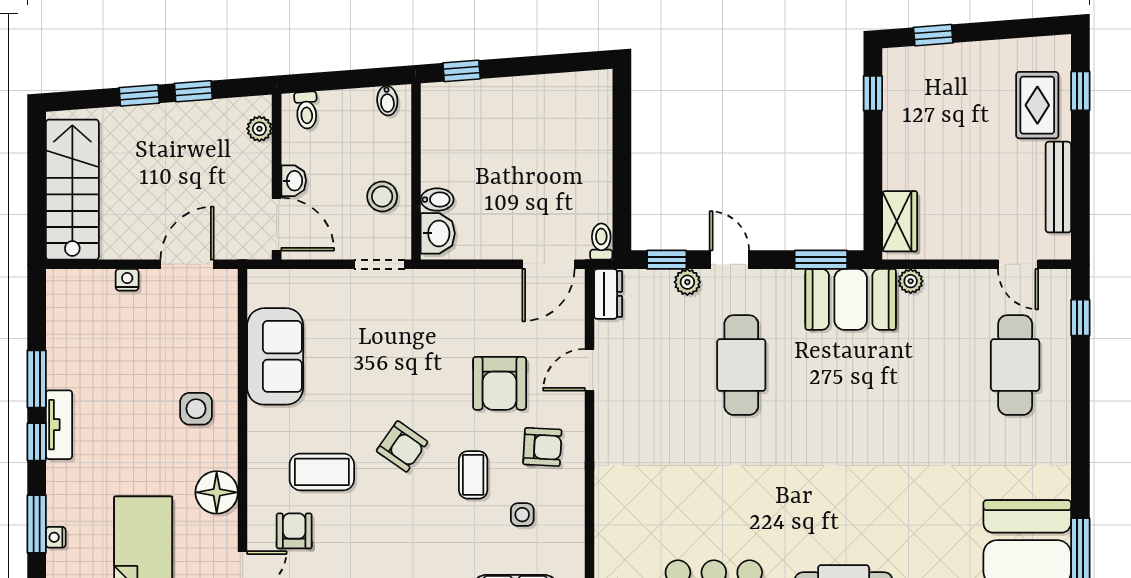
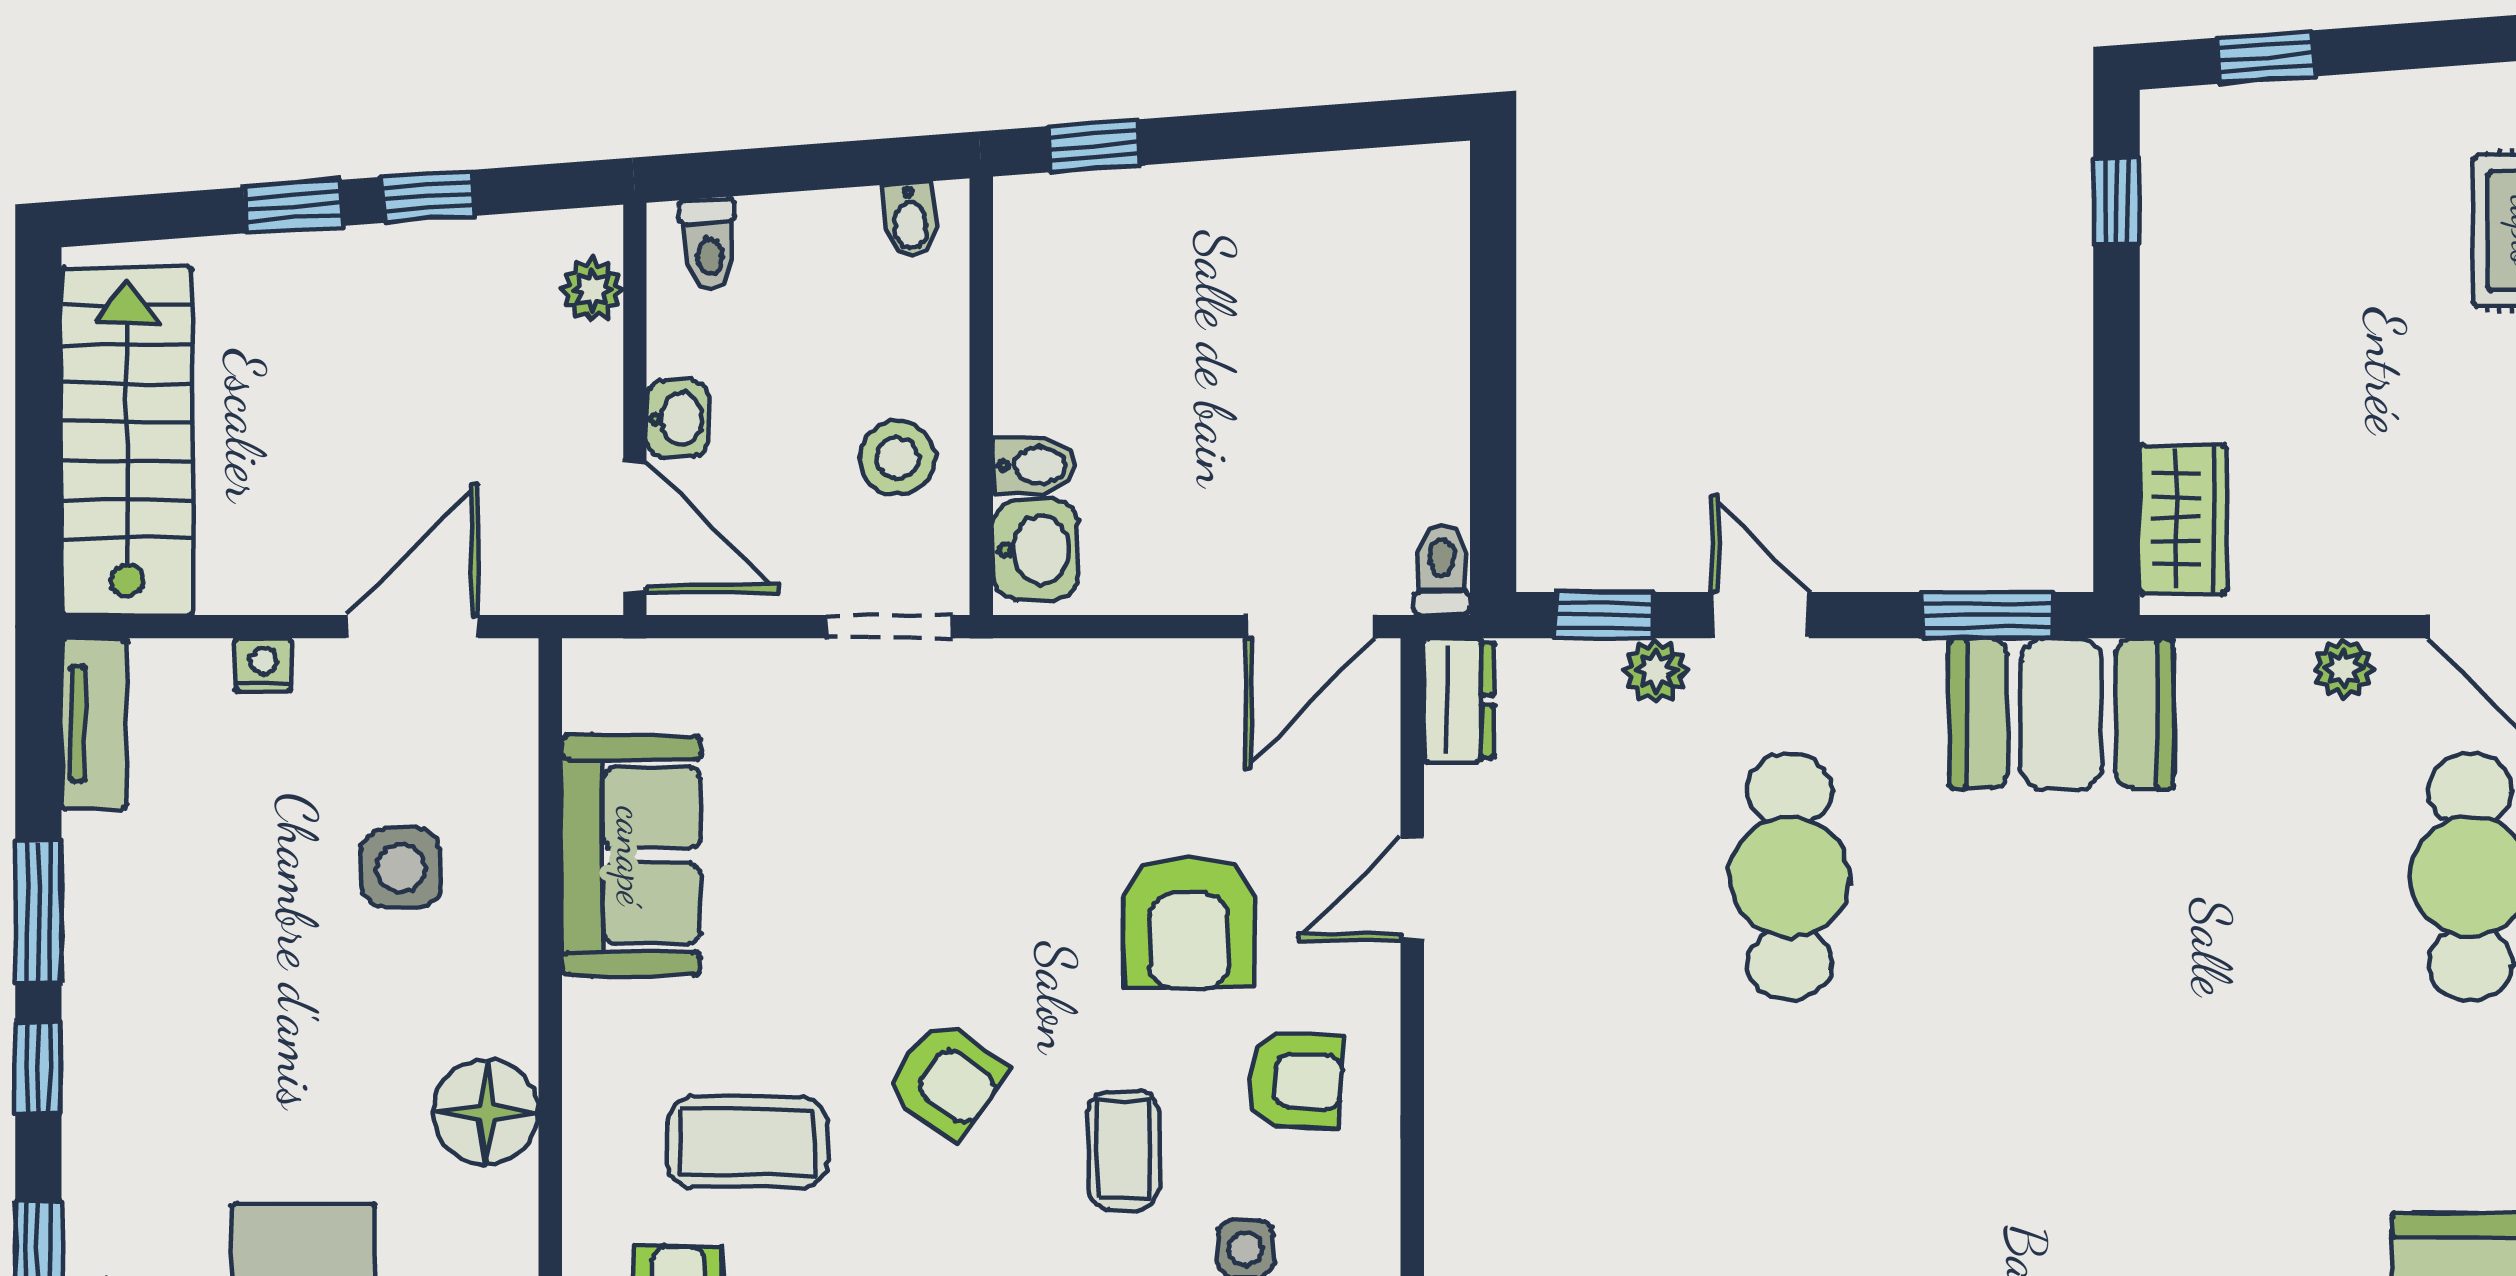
plant: (911, 281) -> (2344, 668), moved
side table: (196, 409) -> (401, 868), moved
tv unit: (59, 425) -> (94, 724), moved
floor lamp: (217, 492) -> (486, 1112), moved

